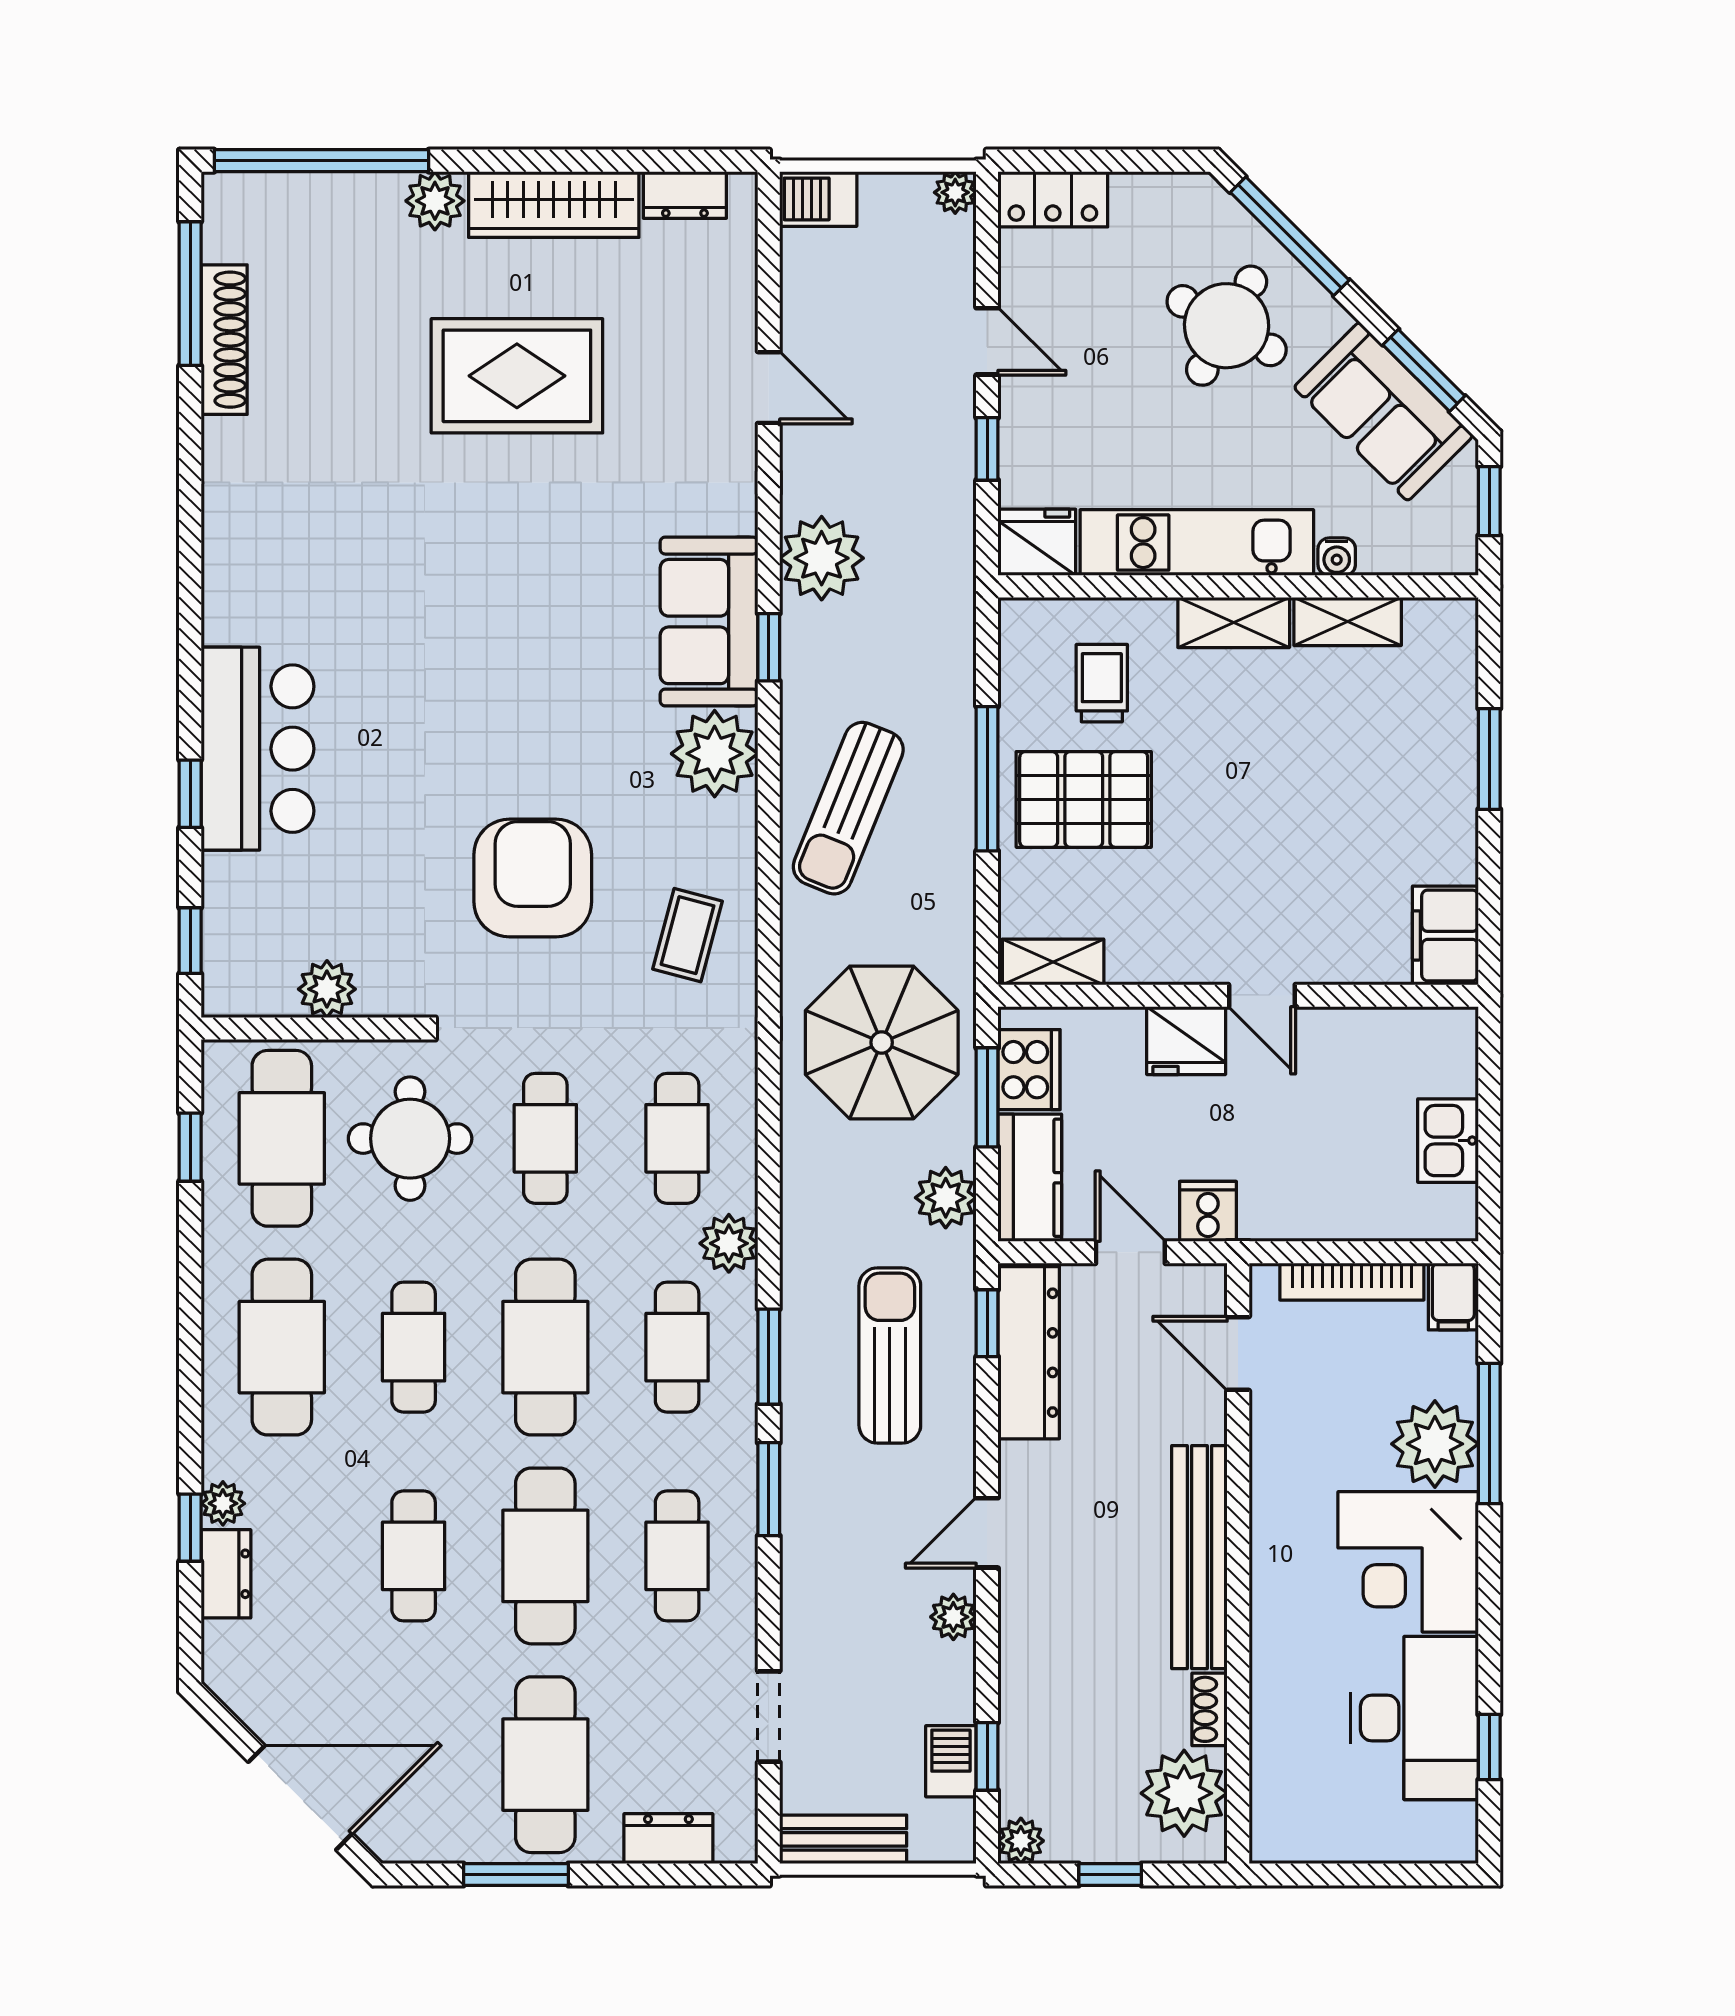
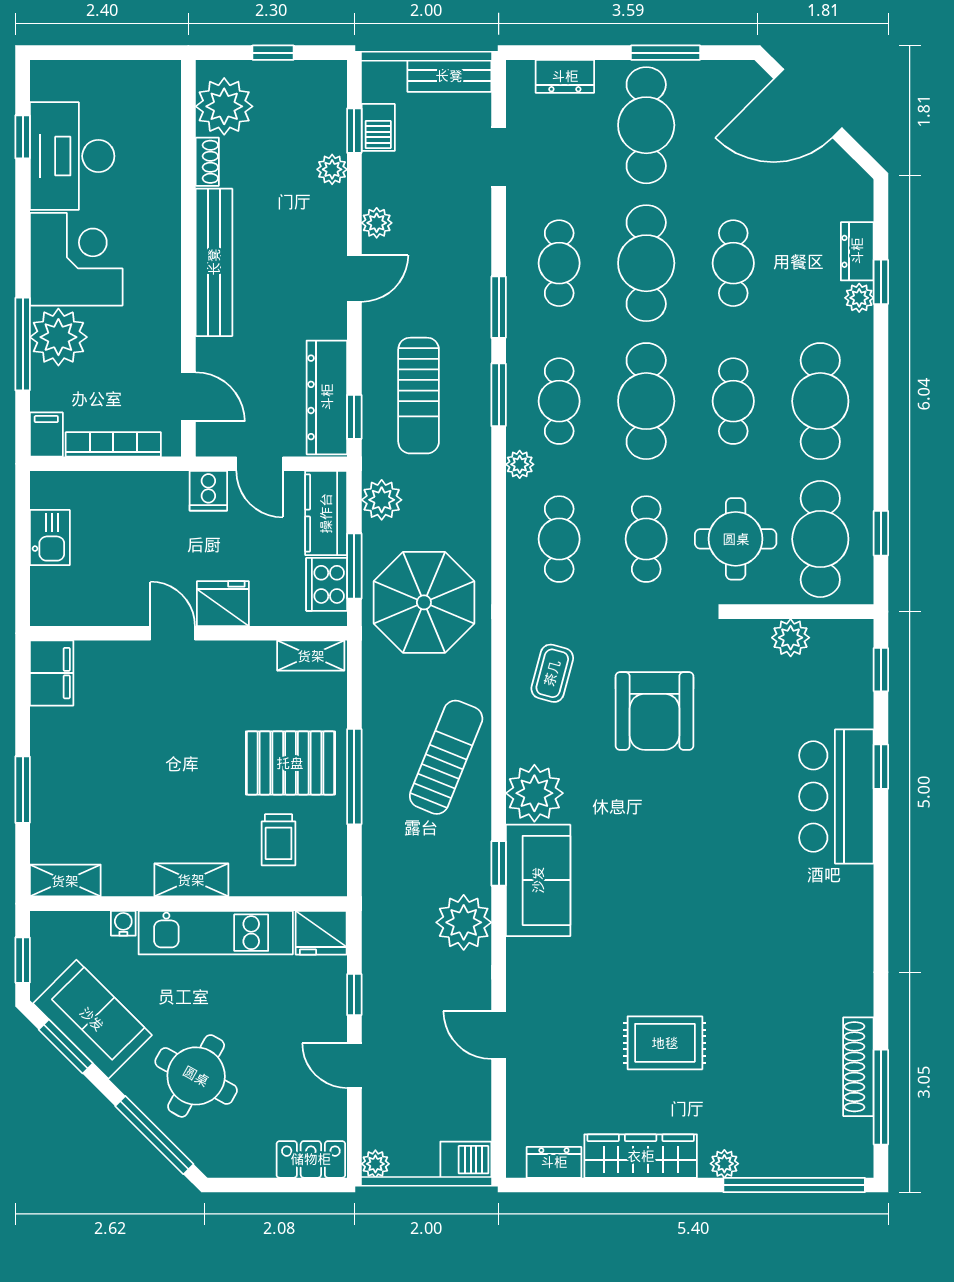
plant: (435, 201) -> (724, 1164), width x0.73, depth x0.73
rug: (517, 376) -> (665, 1043), width x0.73, depth x0.70
shelving: (1348, 621) -> (65, 881), moved
plant: (729, 1243) -> (520, 464), width x0.73, depth x0.73
plant: (1021, 1841) -> (332, 169), moved

